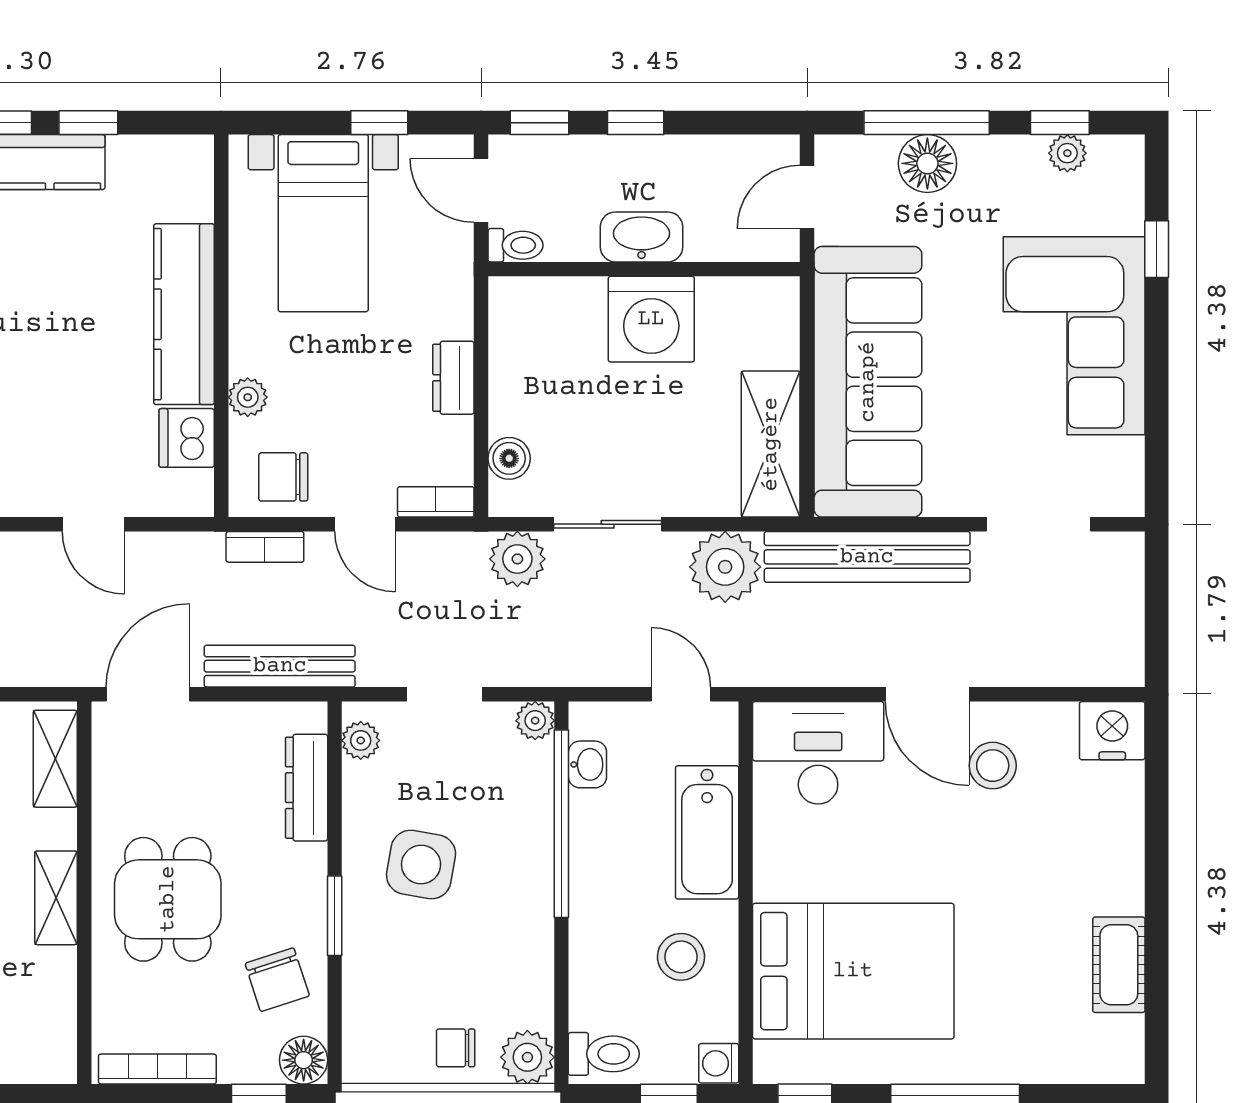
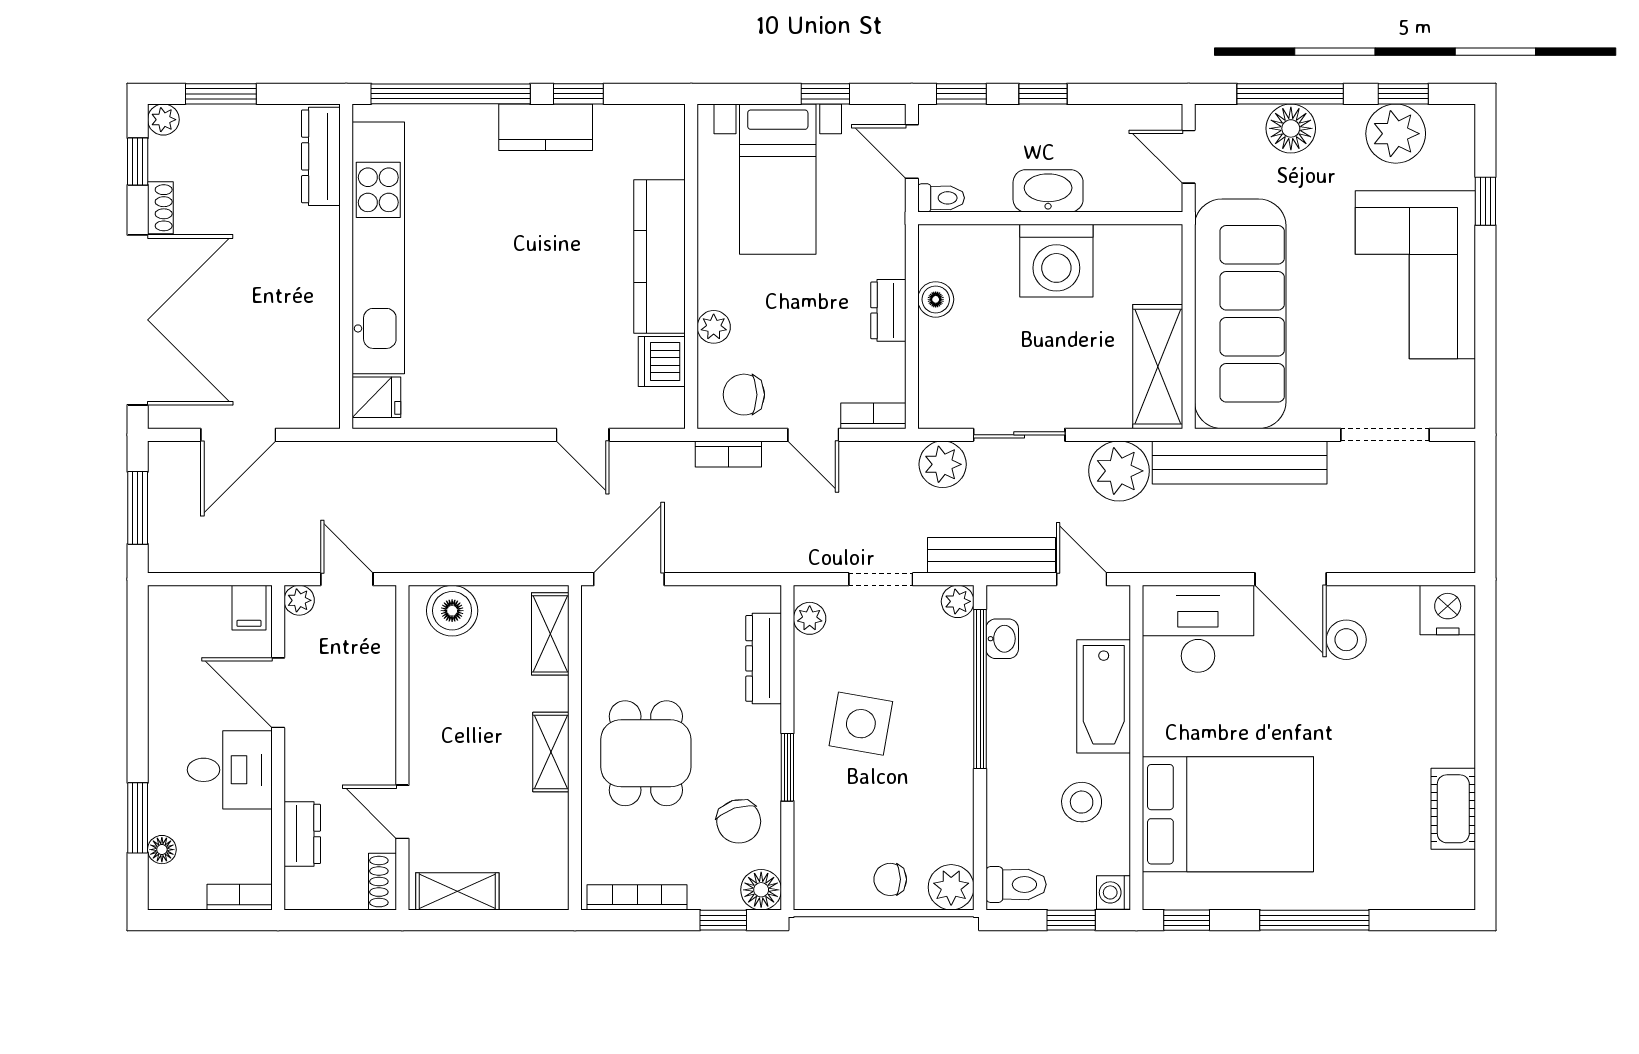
plant: (1067, 153) -> (1396, 134), width x1.87, depth x1.87
door: (807, 197) -> (1189, 157), hinge flipped
boiler: (509, 458) -> (936, 299), moved
bench: (280, 666) -> (992, 555), moved

